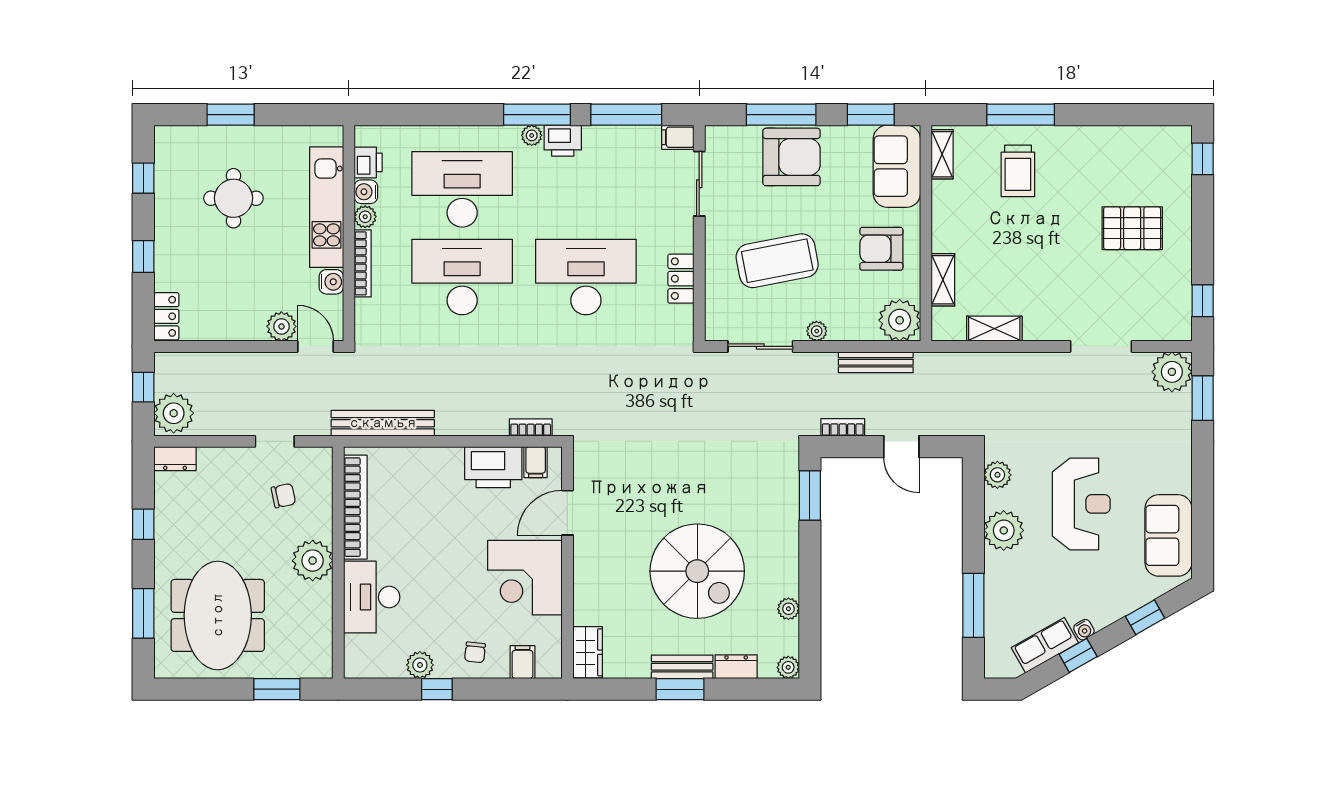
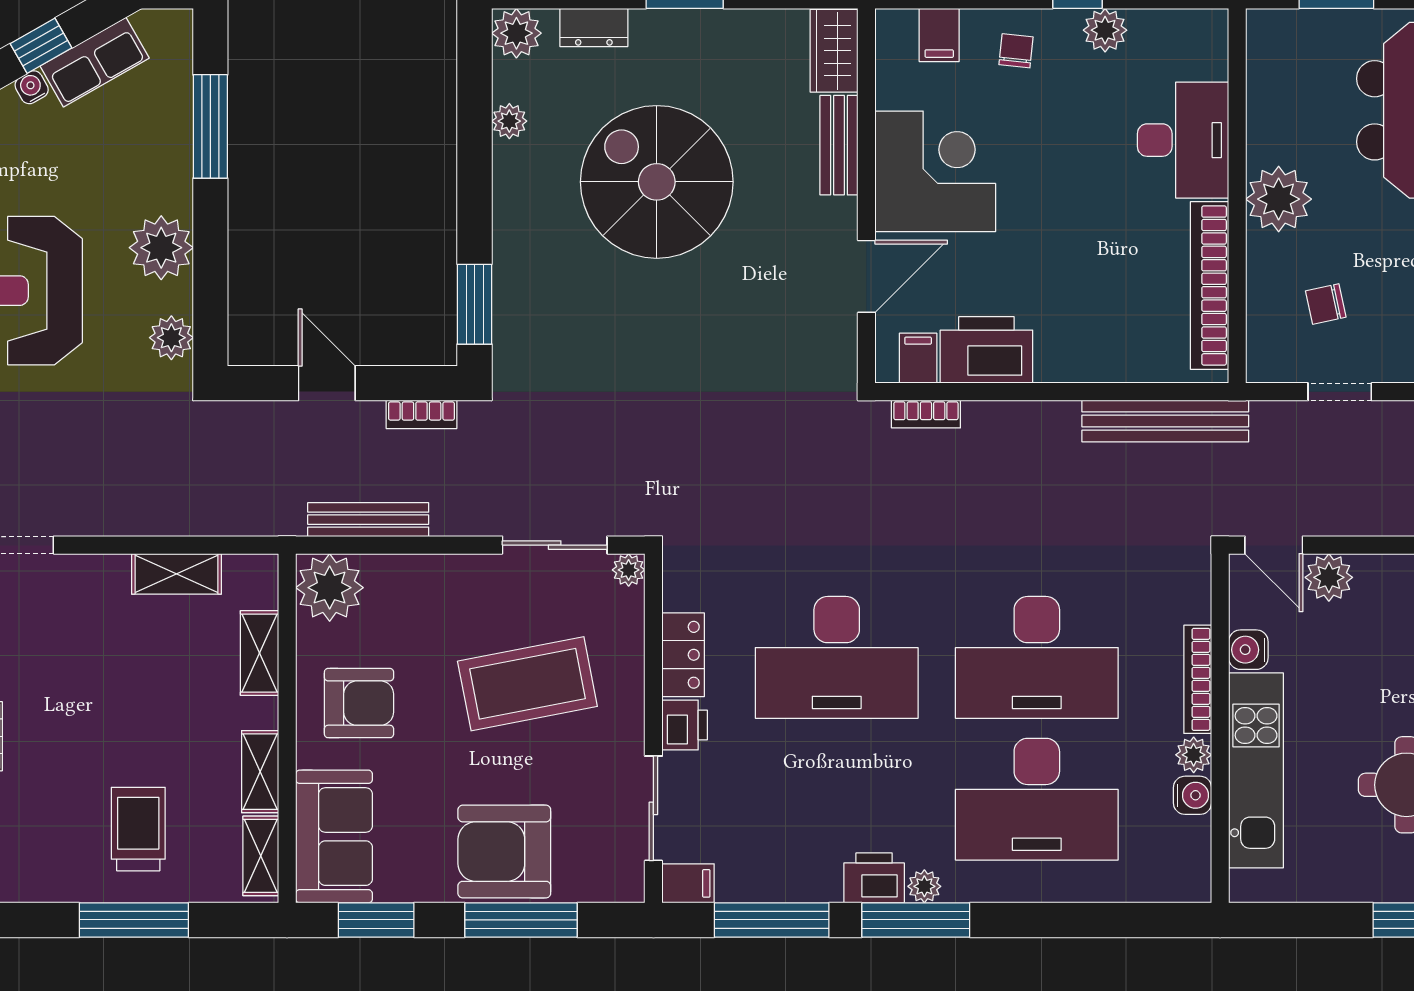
printer: (368, 162) -> (685, 725), moved, turned 180
shelving: (943, 206) -> (260, 772), added
plant: (817, 331) -> (629, 570), moved
bench: (682, 667) -> (839, 145), moved, turned 90
plant: (788, 667) -> (516, 33), width x1.38, depth x1.38

